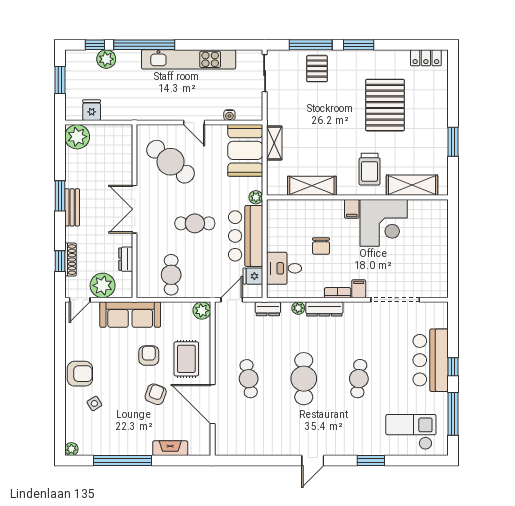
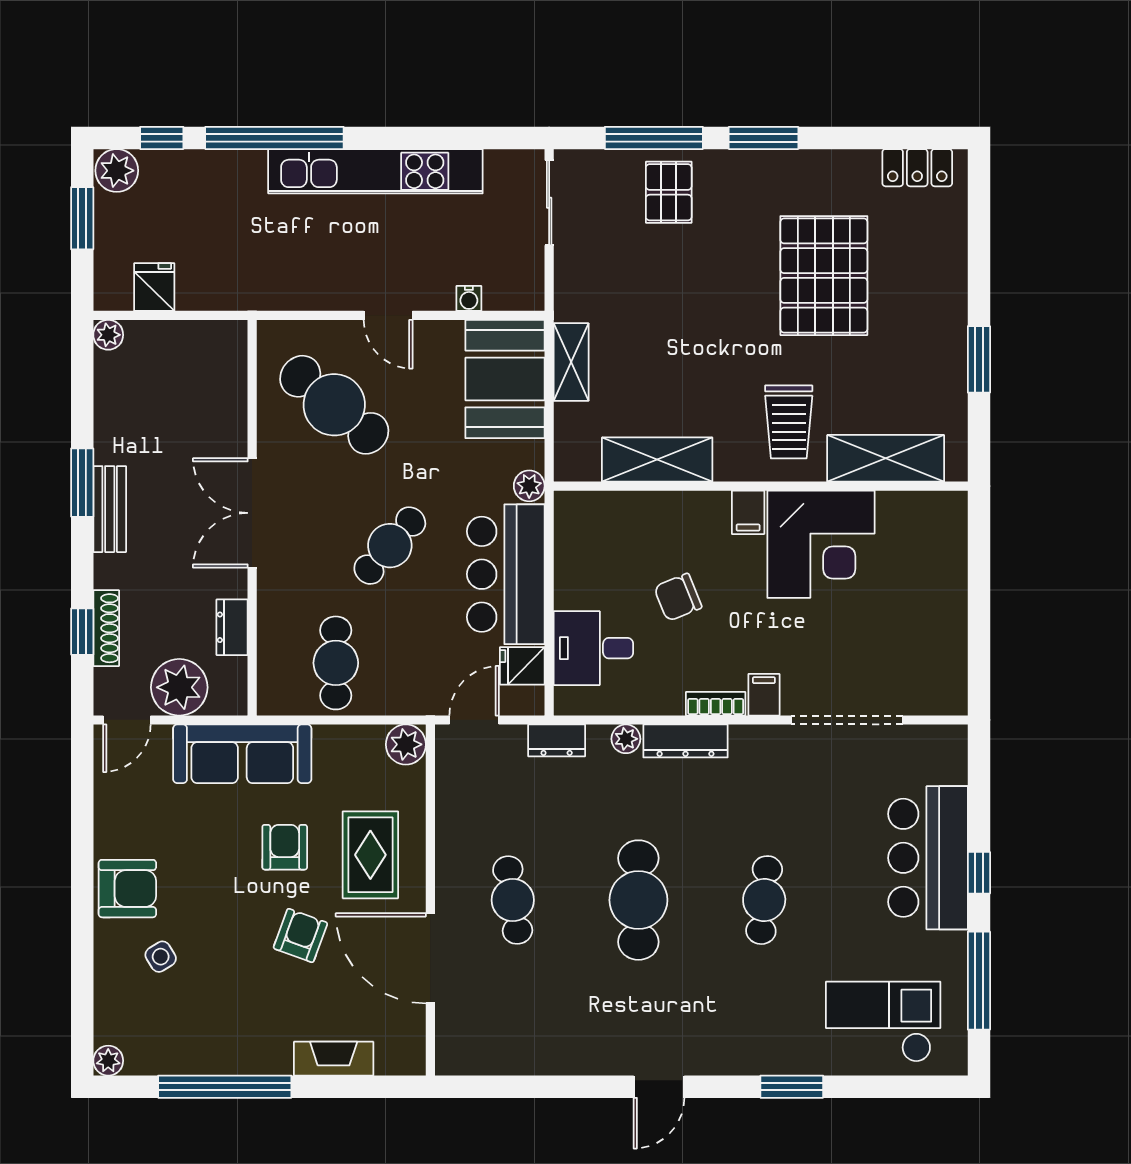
plant: (106, 59) -> (117, 171), moved
plant: (77, 137) -> (108, 335), width x0.53, depth x0.53
cafe table: (195, 223) -> (390, 546), turned -49
chair: (321, 246) -> (678, 597), turned 68

